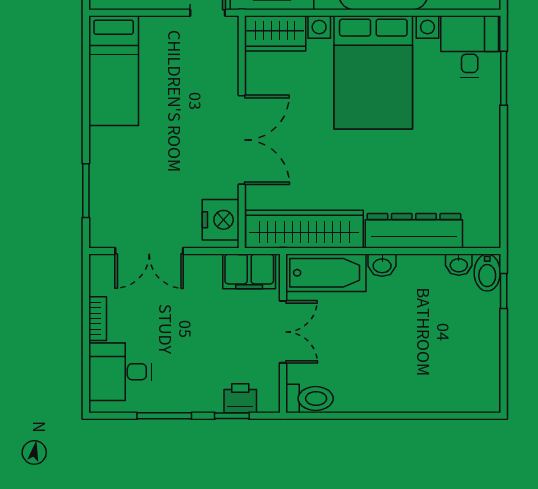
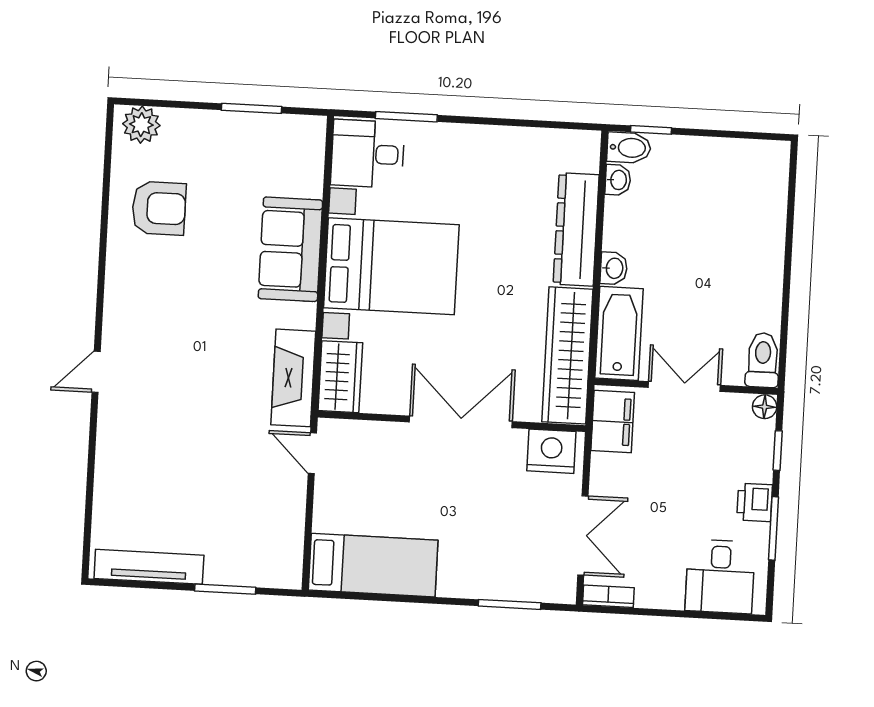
bookcase: (98, 319) -> (608, 596), moved
printer: (240, 398) -> (755, 502), moved
floor lamp: (269, 402) -> (765, 407), added

